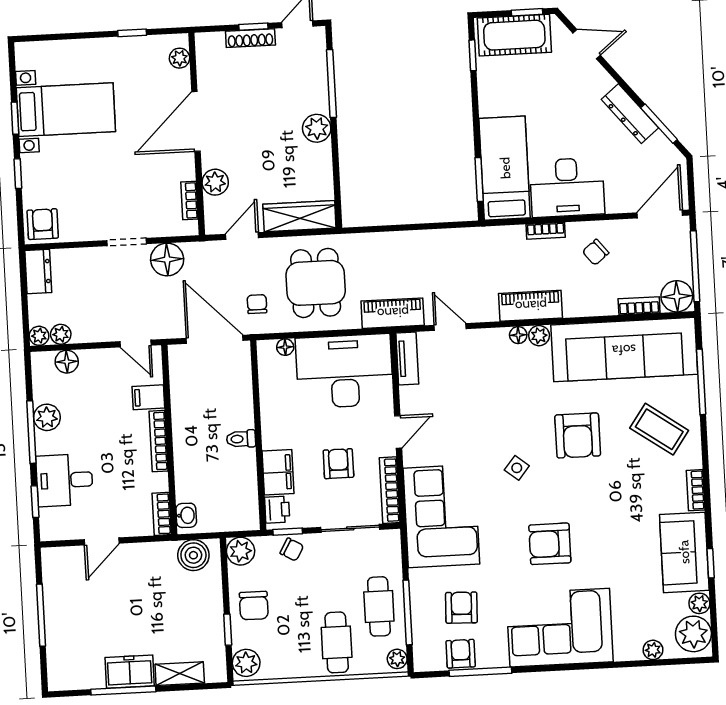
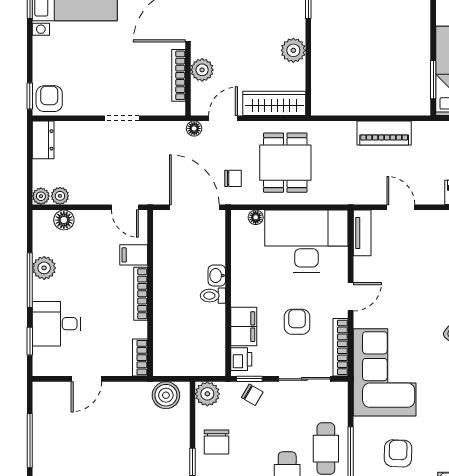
plant: (317, 128) -> (293, 50), moved
window: (18, 174) -> (30, 96), moved
bookcase: (189, 201) -> (179, 75), width x1.56
floor lamp: (167, 259) -> (194, 128), moved, width x0.53, depth x0.53
chair: (257, 304) -> (233, 178), turned 90
piano: (393, 313) -> (384, 133), moved, turned 180
washbasin: (186, 515) -> (217, 276), moved, turned 180

